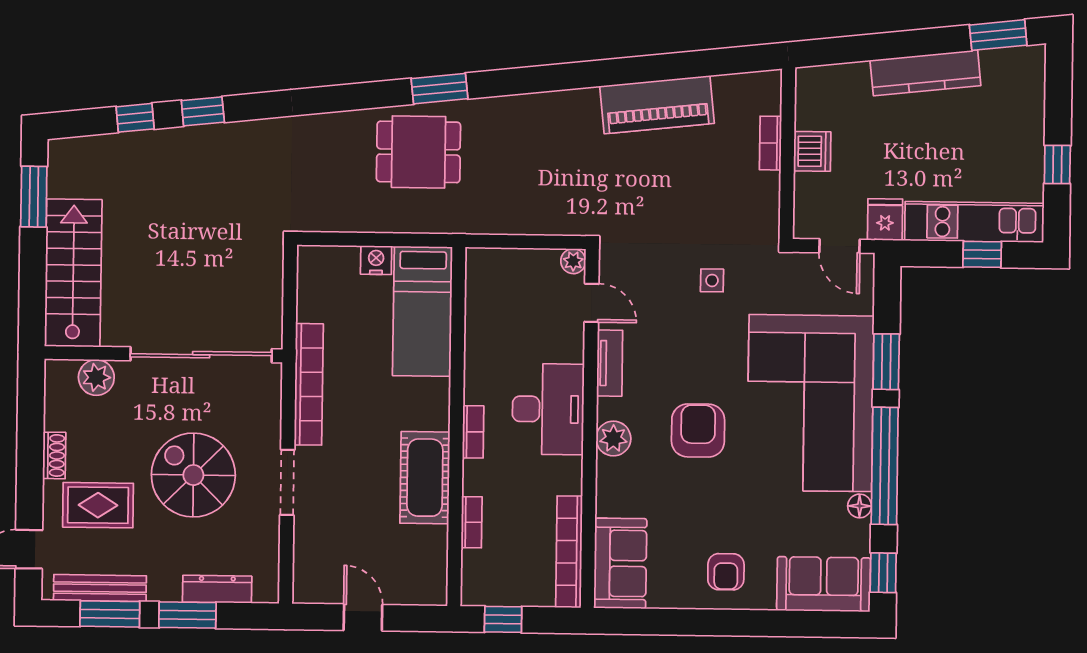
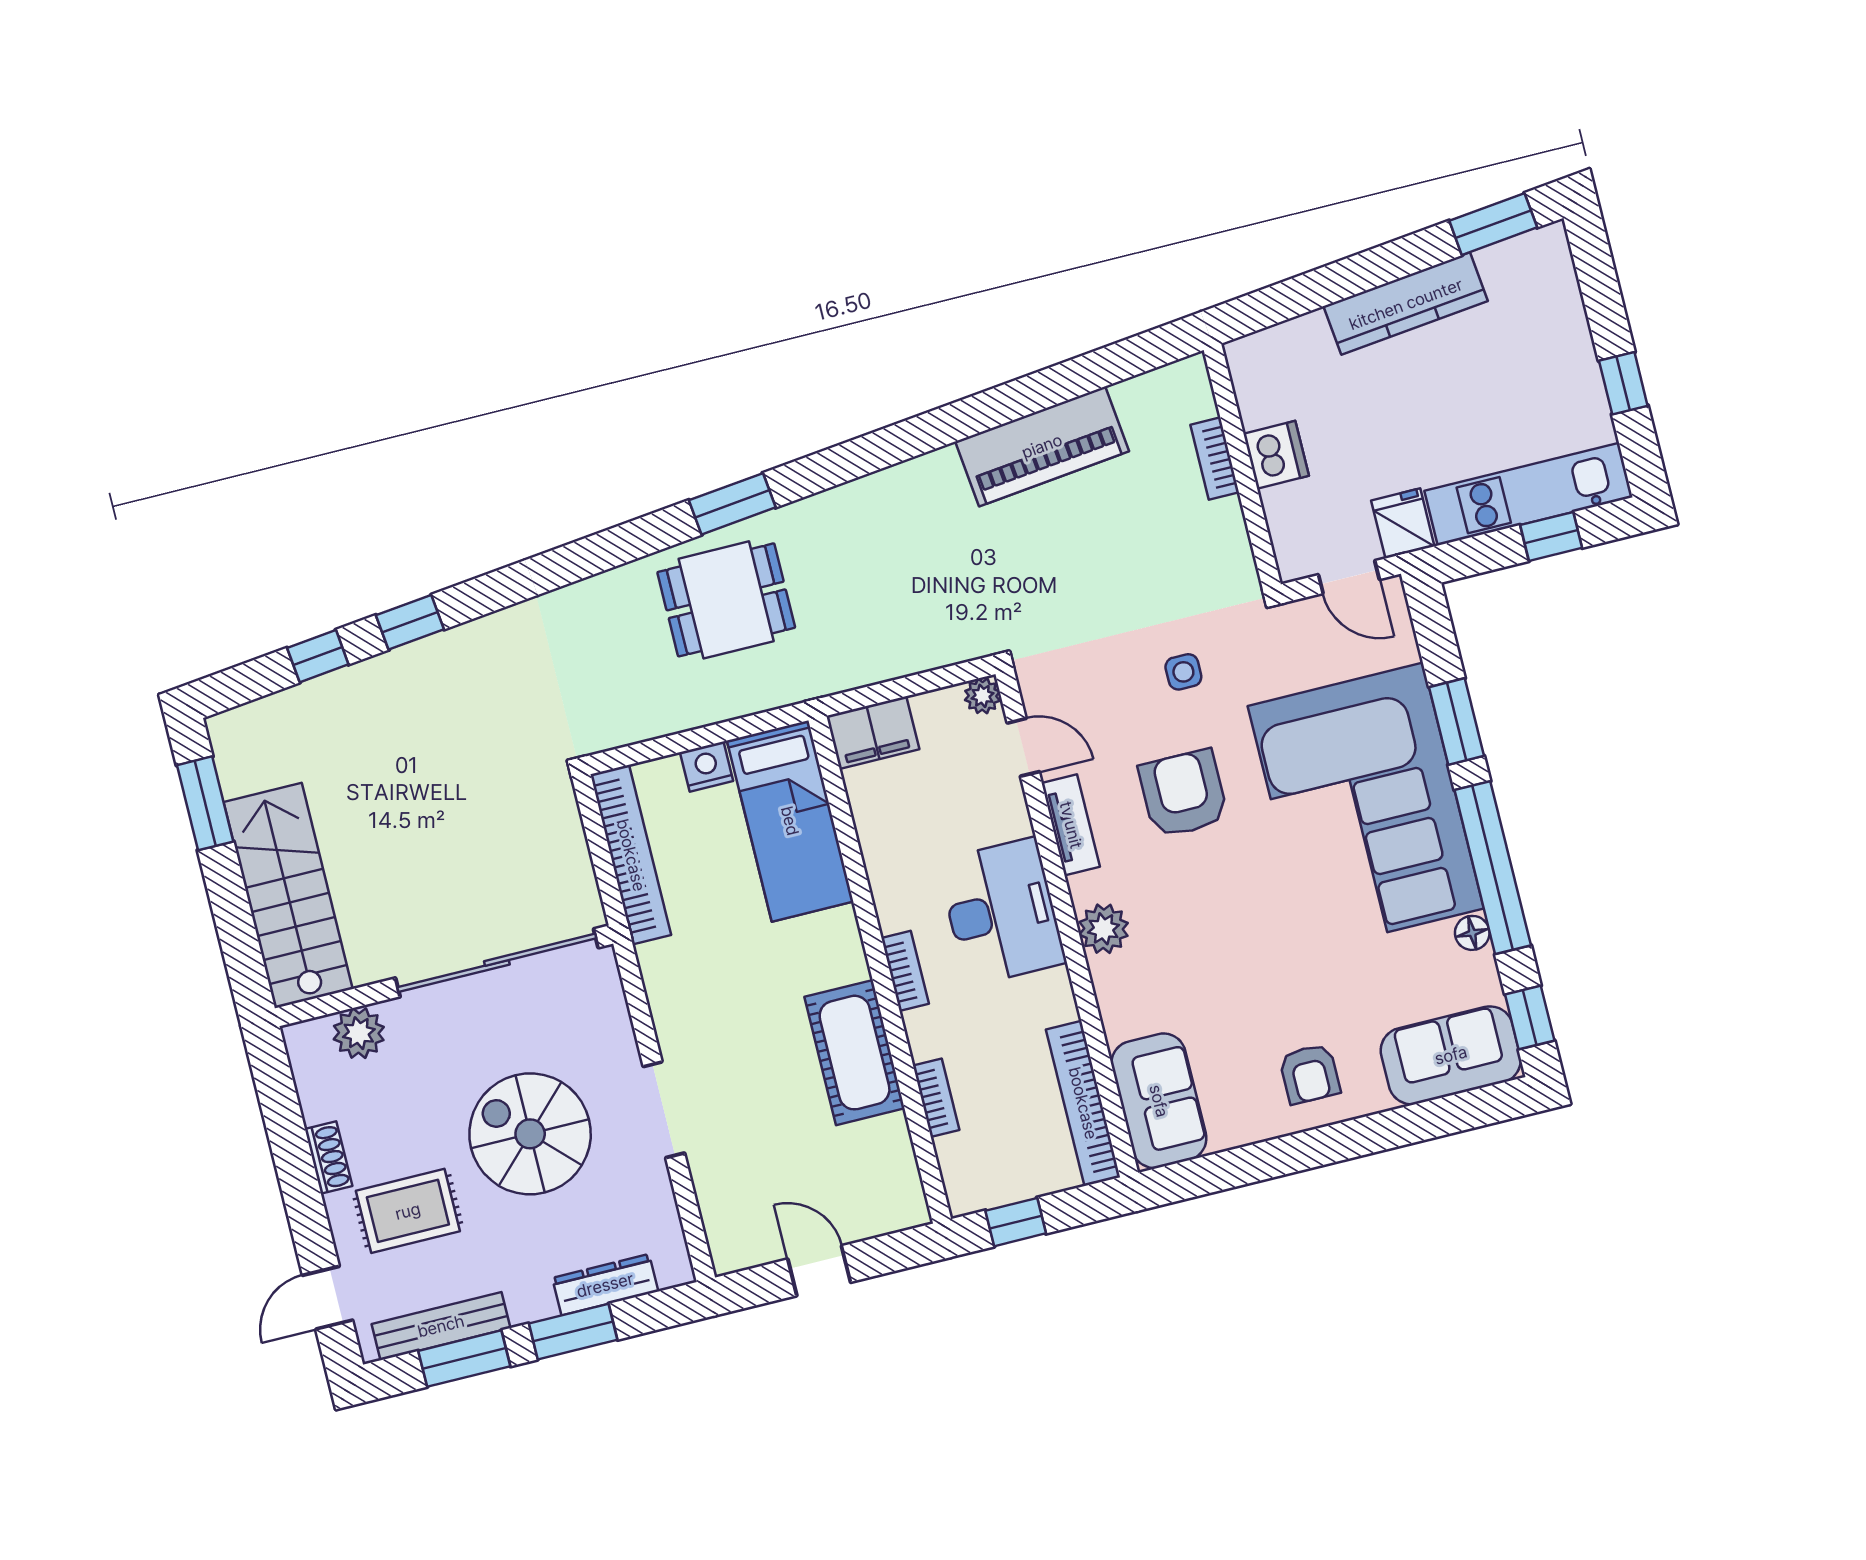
filing cabinet: (493, 267) -> (873, 733), added
bookcase: (309, 384) -> (631, 855), moved
armchair: (698, 431) -> (1183, 794), moved

